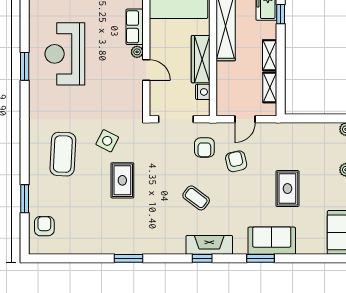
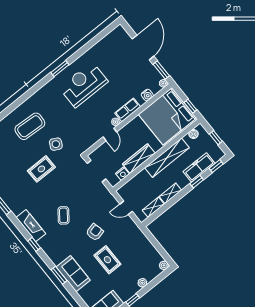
armchair: (204, 147) -> (94, 198), removed
armchair: (236, 161) -> (95, 232), moved
rug: (287, 189) -> (107, 260), turned 90
fireplace: (209, 245) -> (31, 226), moved

